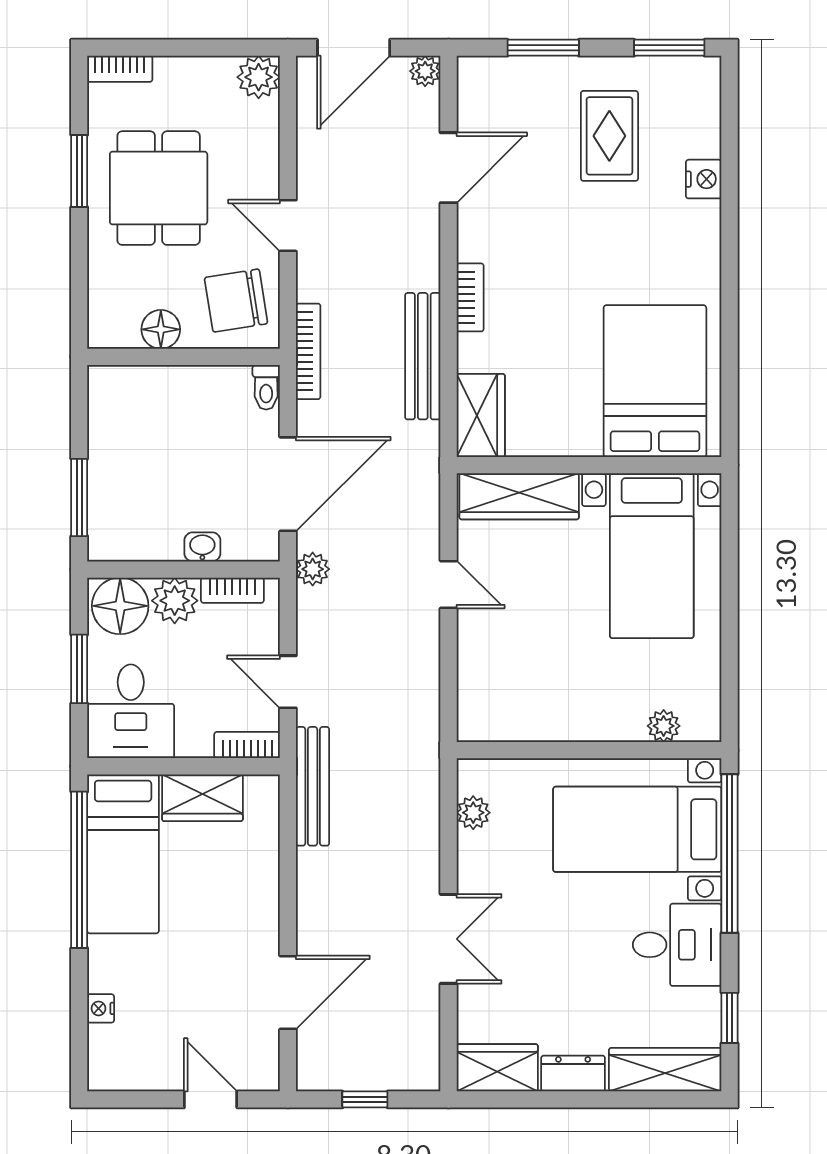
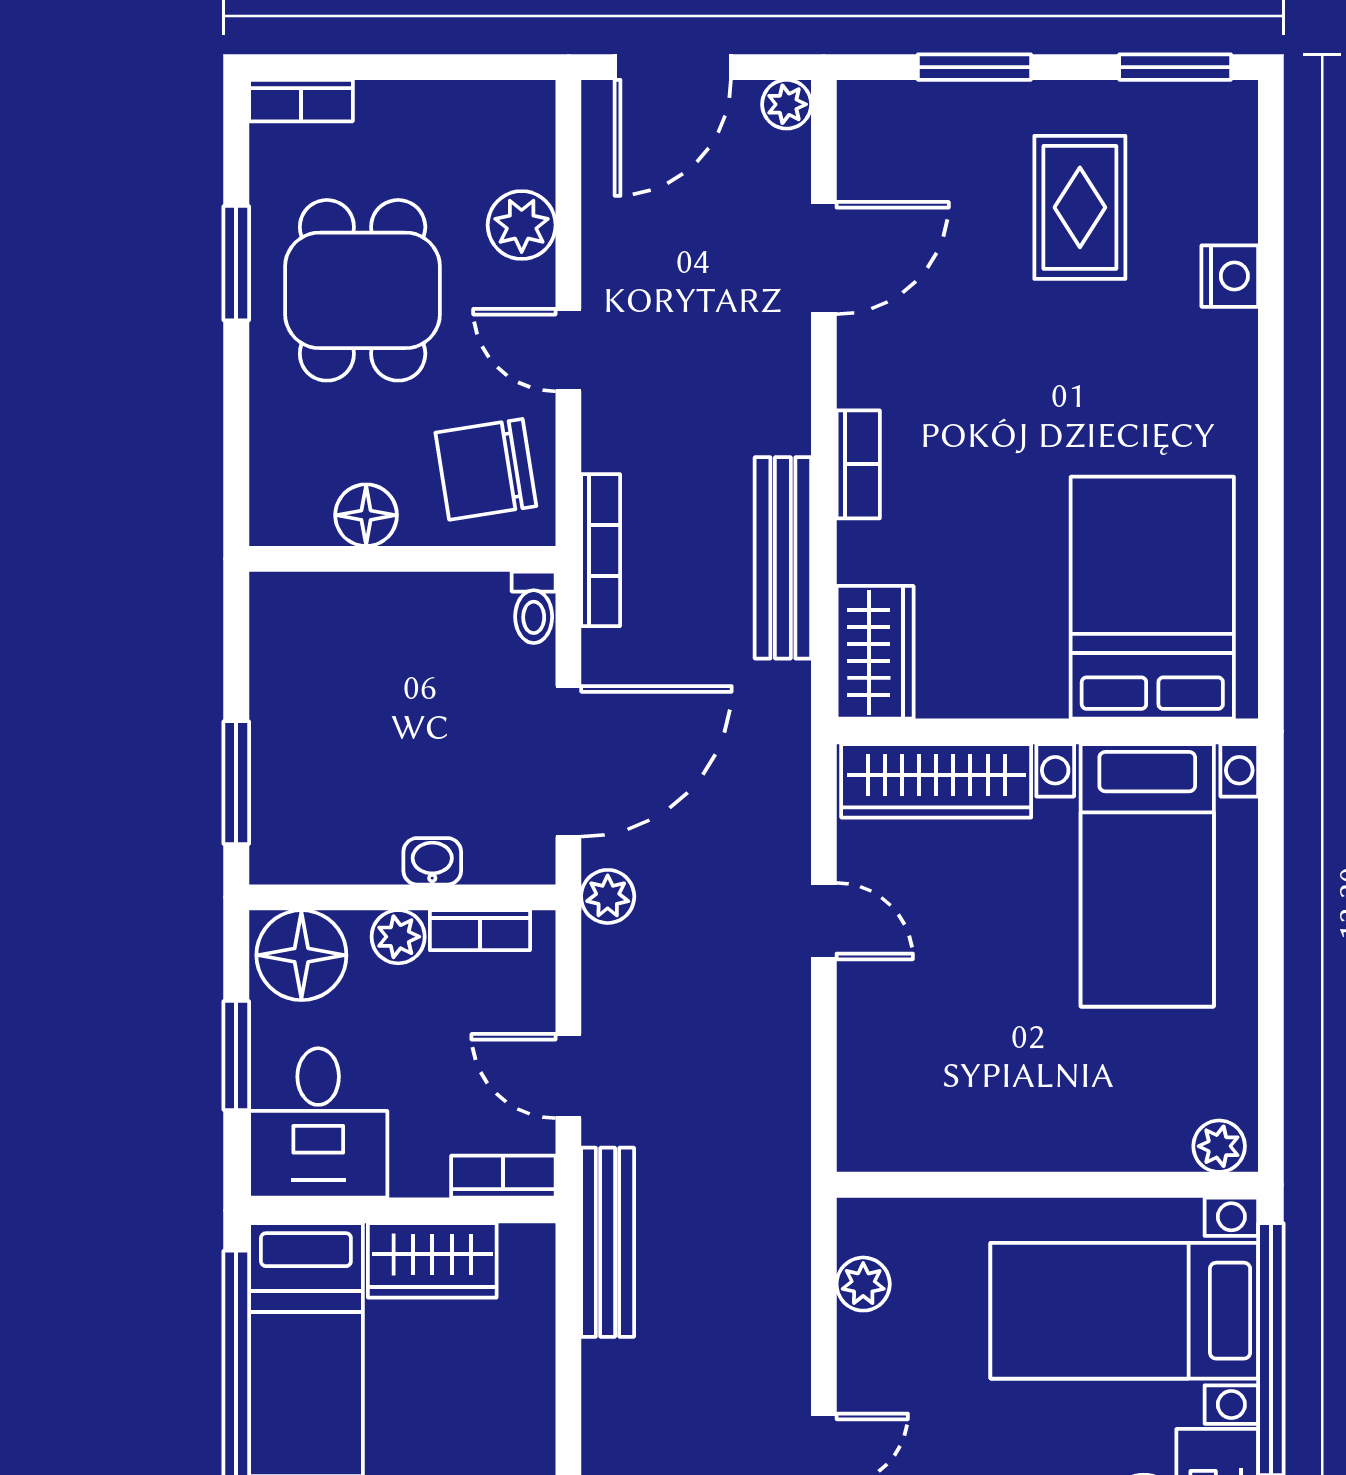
plant: (259, 77) -> (522, 225), moved
plant: (175, 601) -> (398, 937), width x0.73, depth x0.73
plant: (664, 726) -> (1219, 1146), moved

